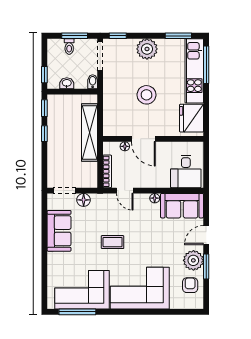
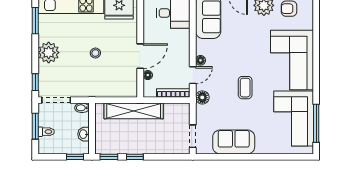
stool: (147, 95) -> (95, 53), width x0.53, depth x0.53
floor lamp: (155, 198) -> (200, 60), moved
floor lamp: (84, 200) -> (202, 97), moved

